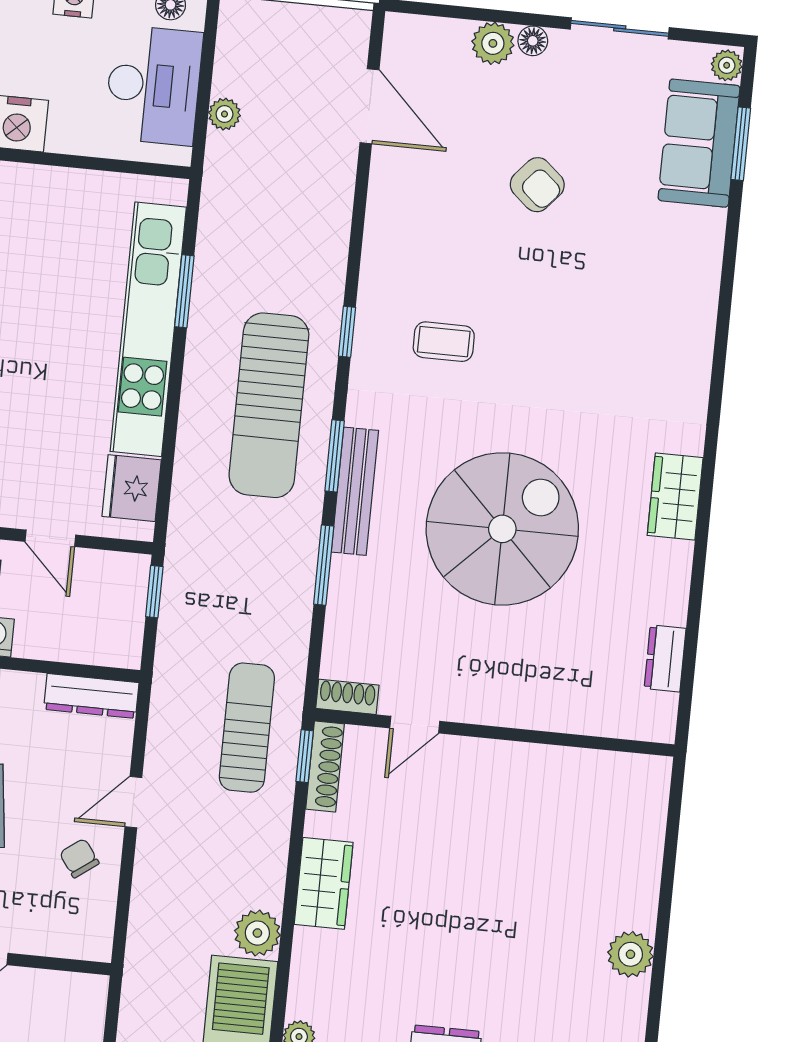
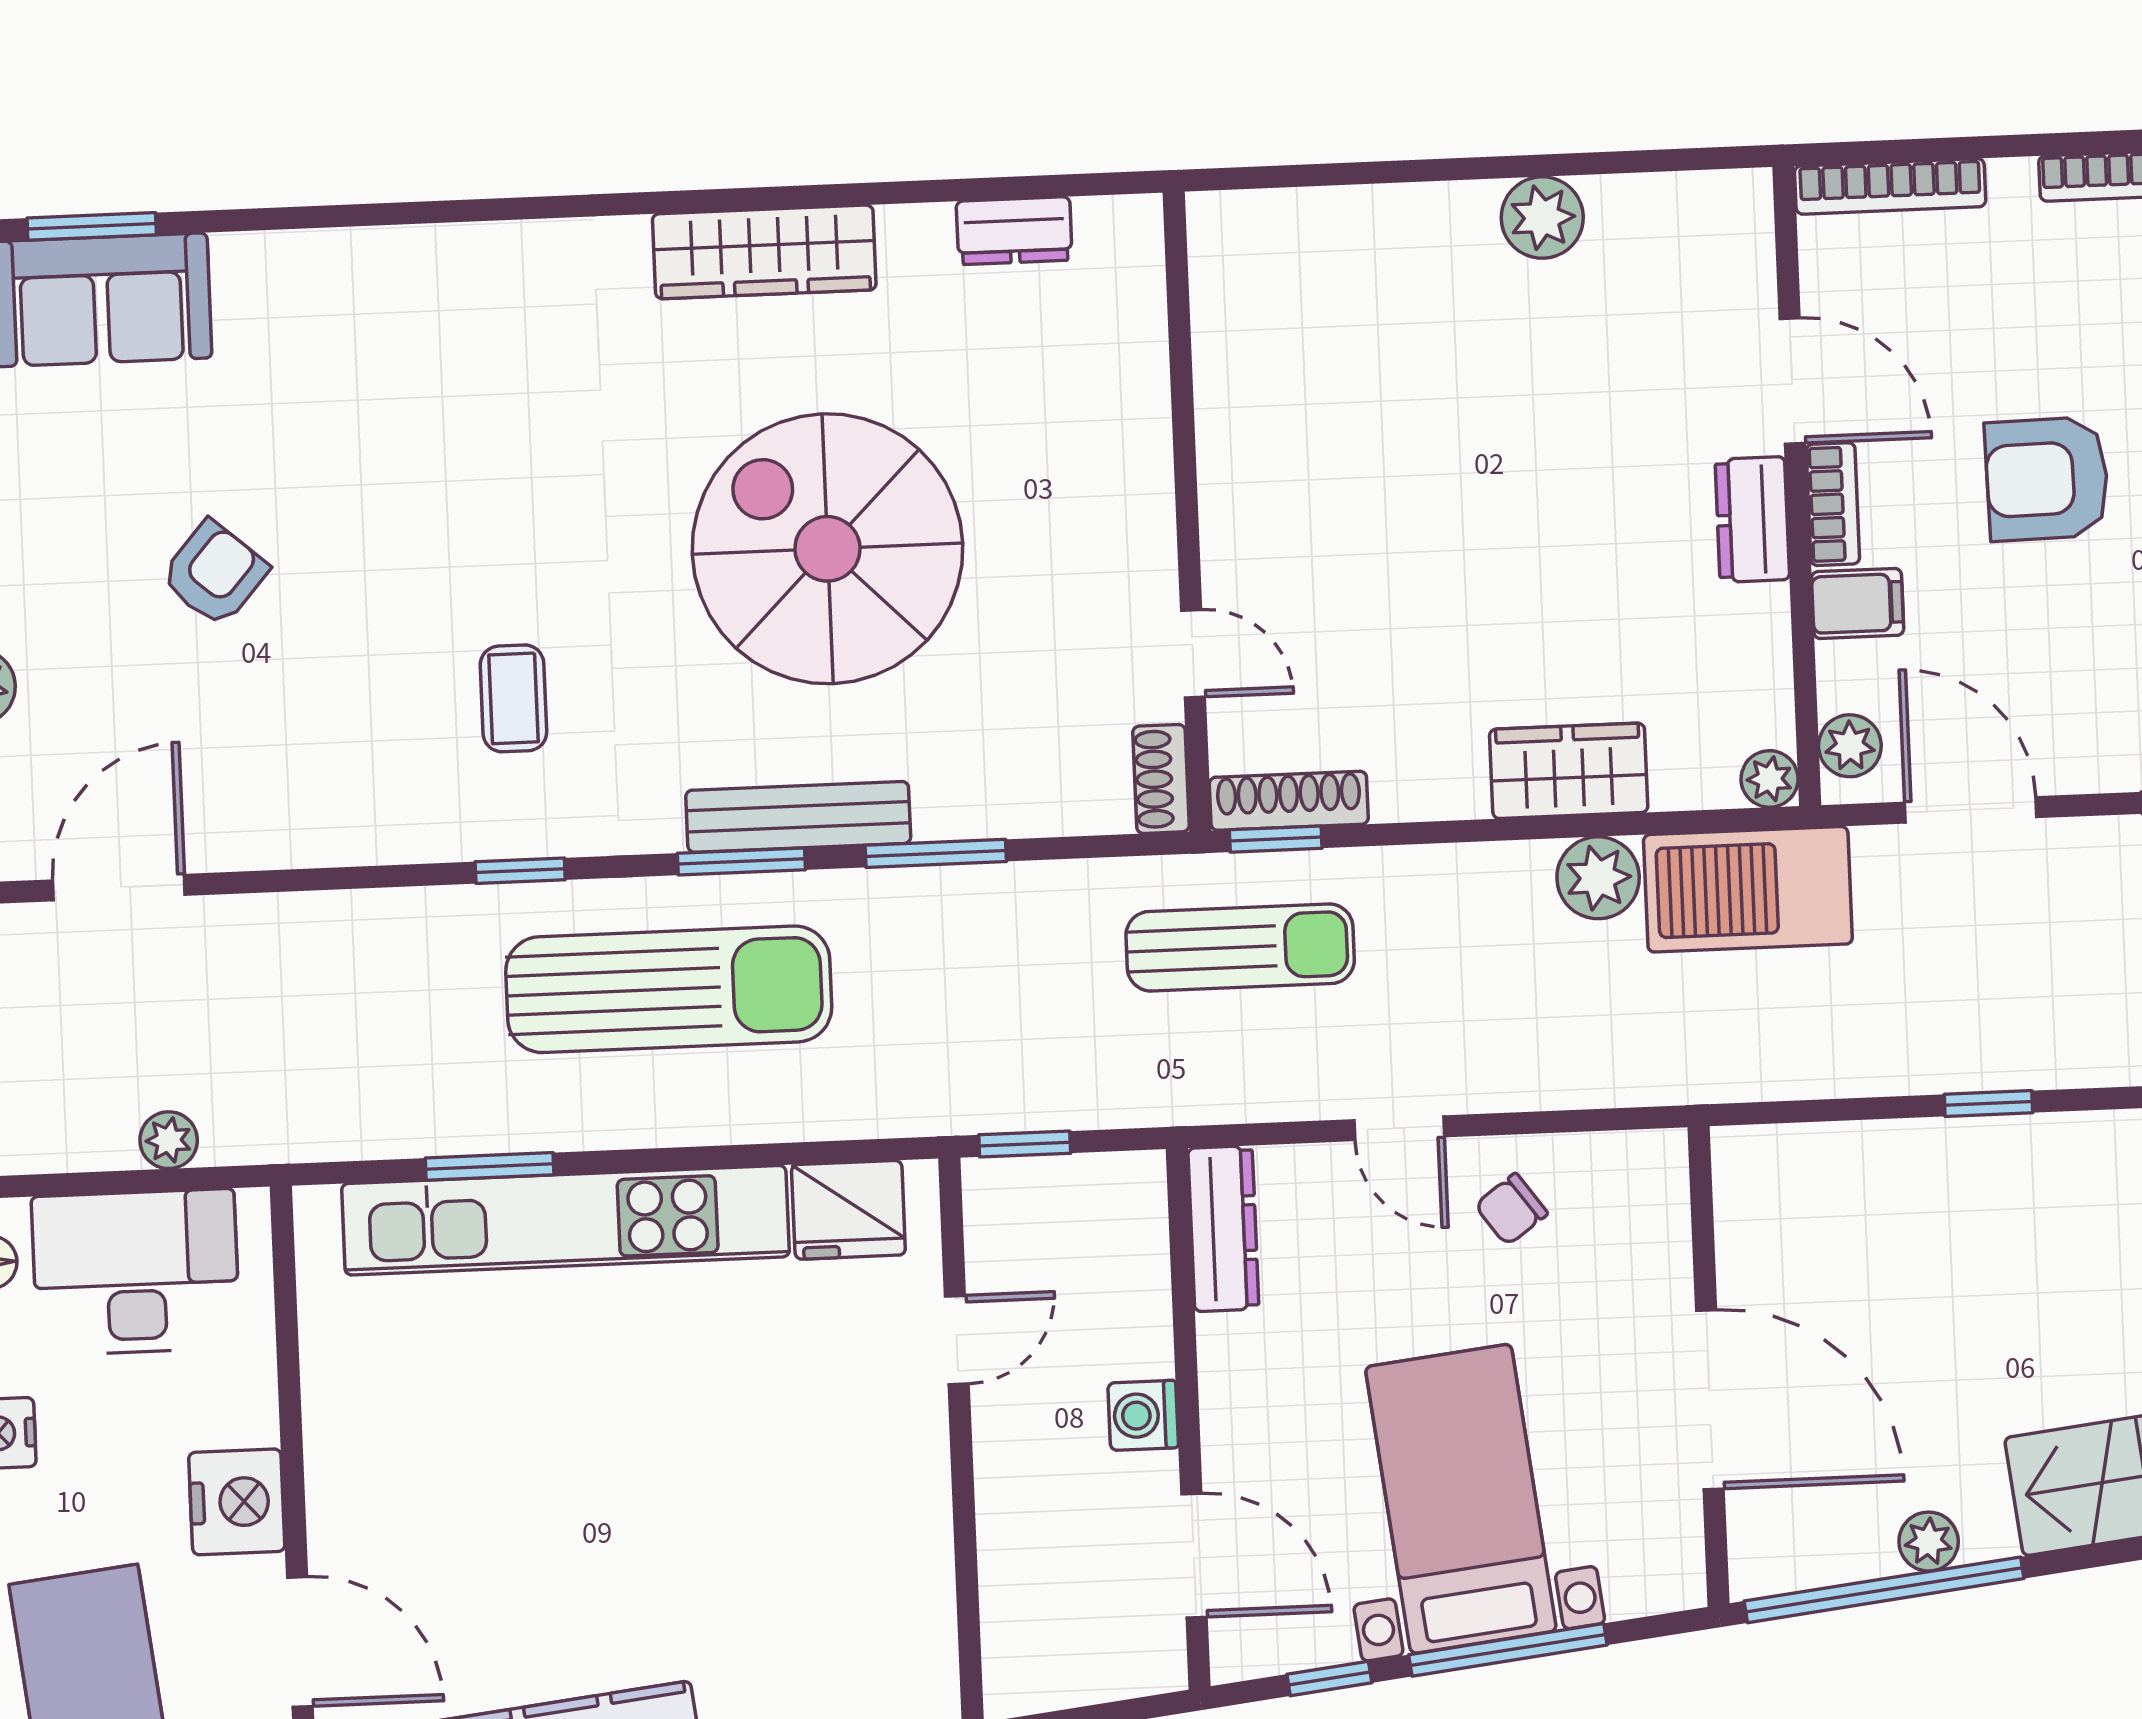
wardrobe: (675, 497) -> (764, 252), width x1.50
sun lounger: (247, 728) -> (1240, 947), turned 180
wardrobe: (324, 883) -> (1569, 771), moved

